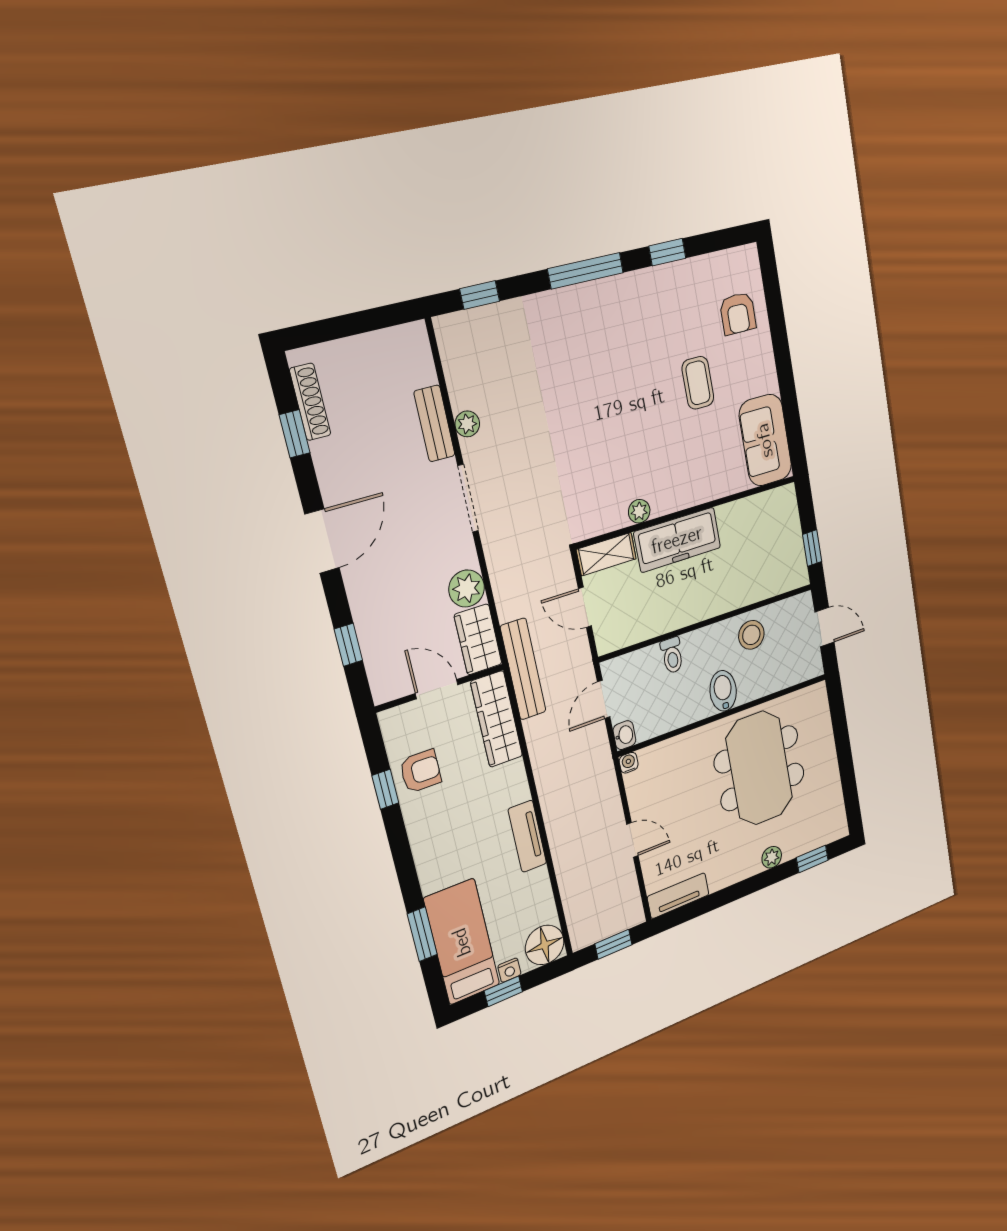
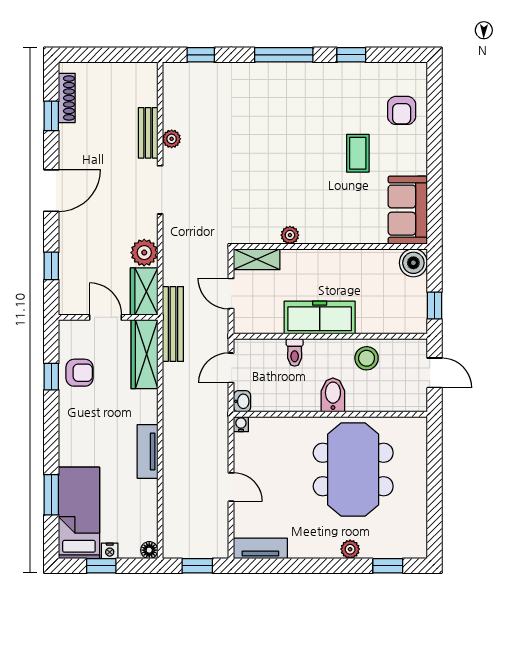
boiler: (782, 504) -> (413, 263), added
freezer: (677, 540) -> (320, 317), moved, turned 180
floor lamp: (545, 945) -> (149, 550), width x0.53, depth x0.53

